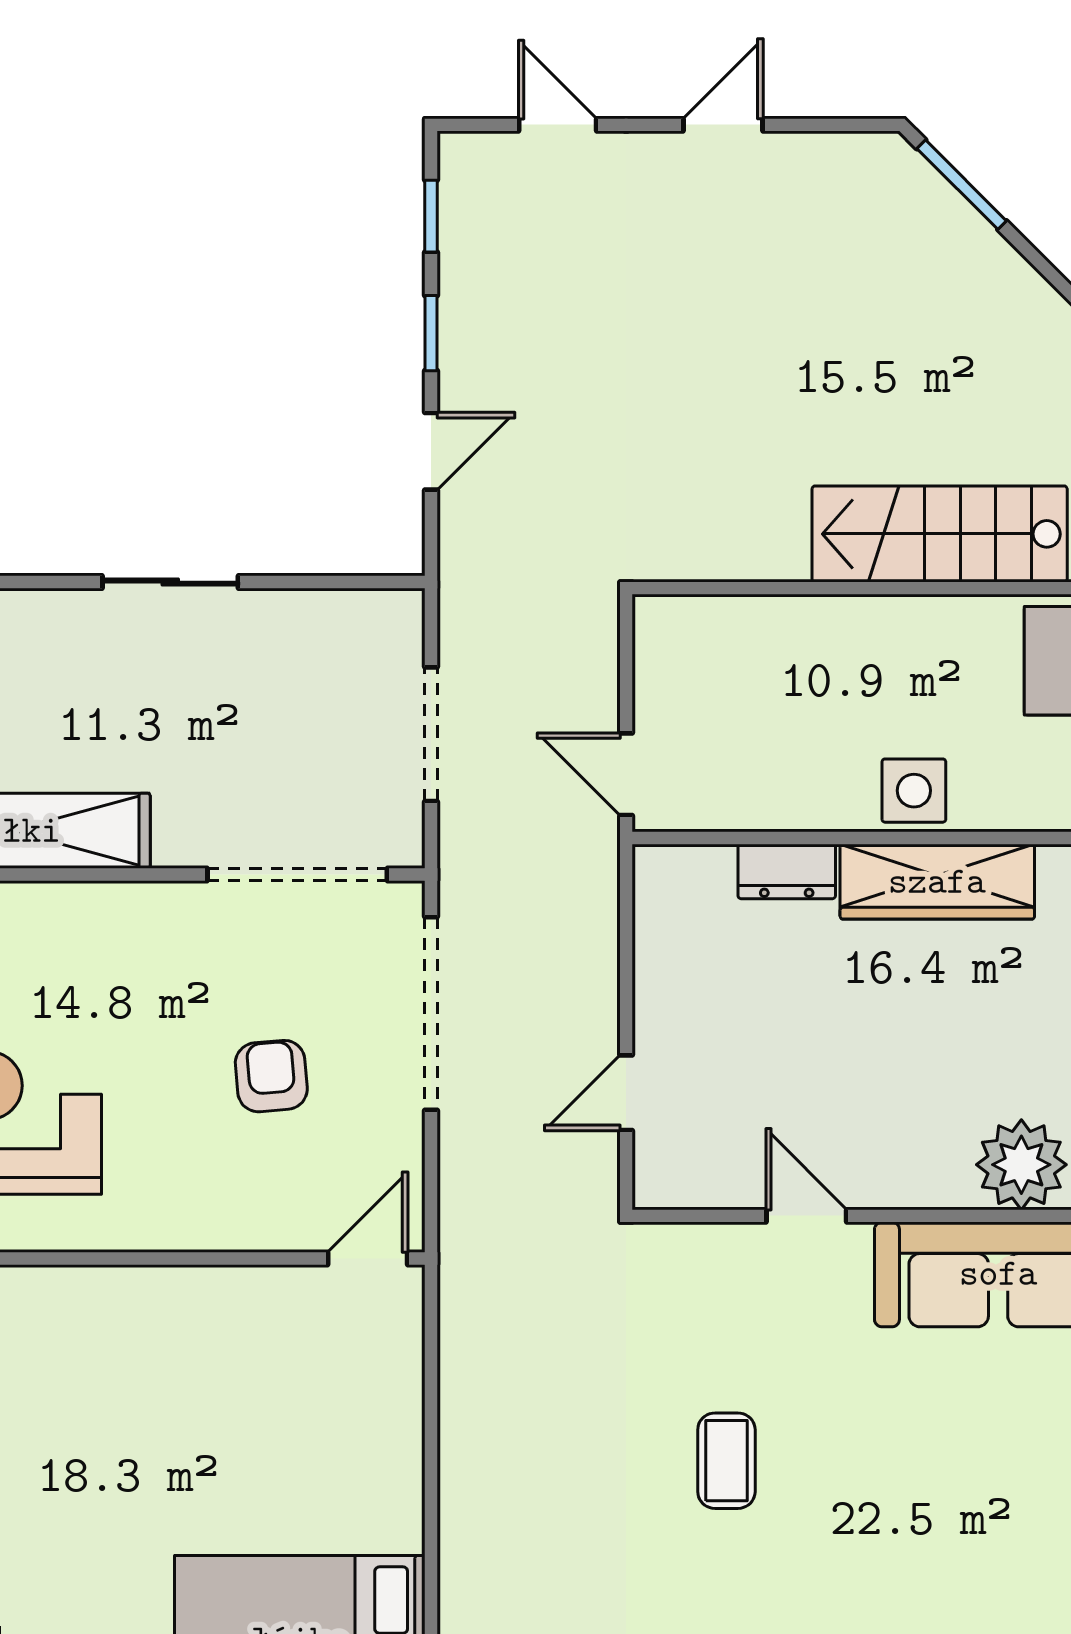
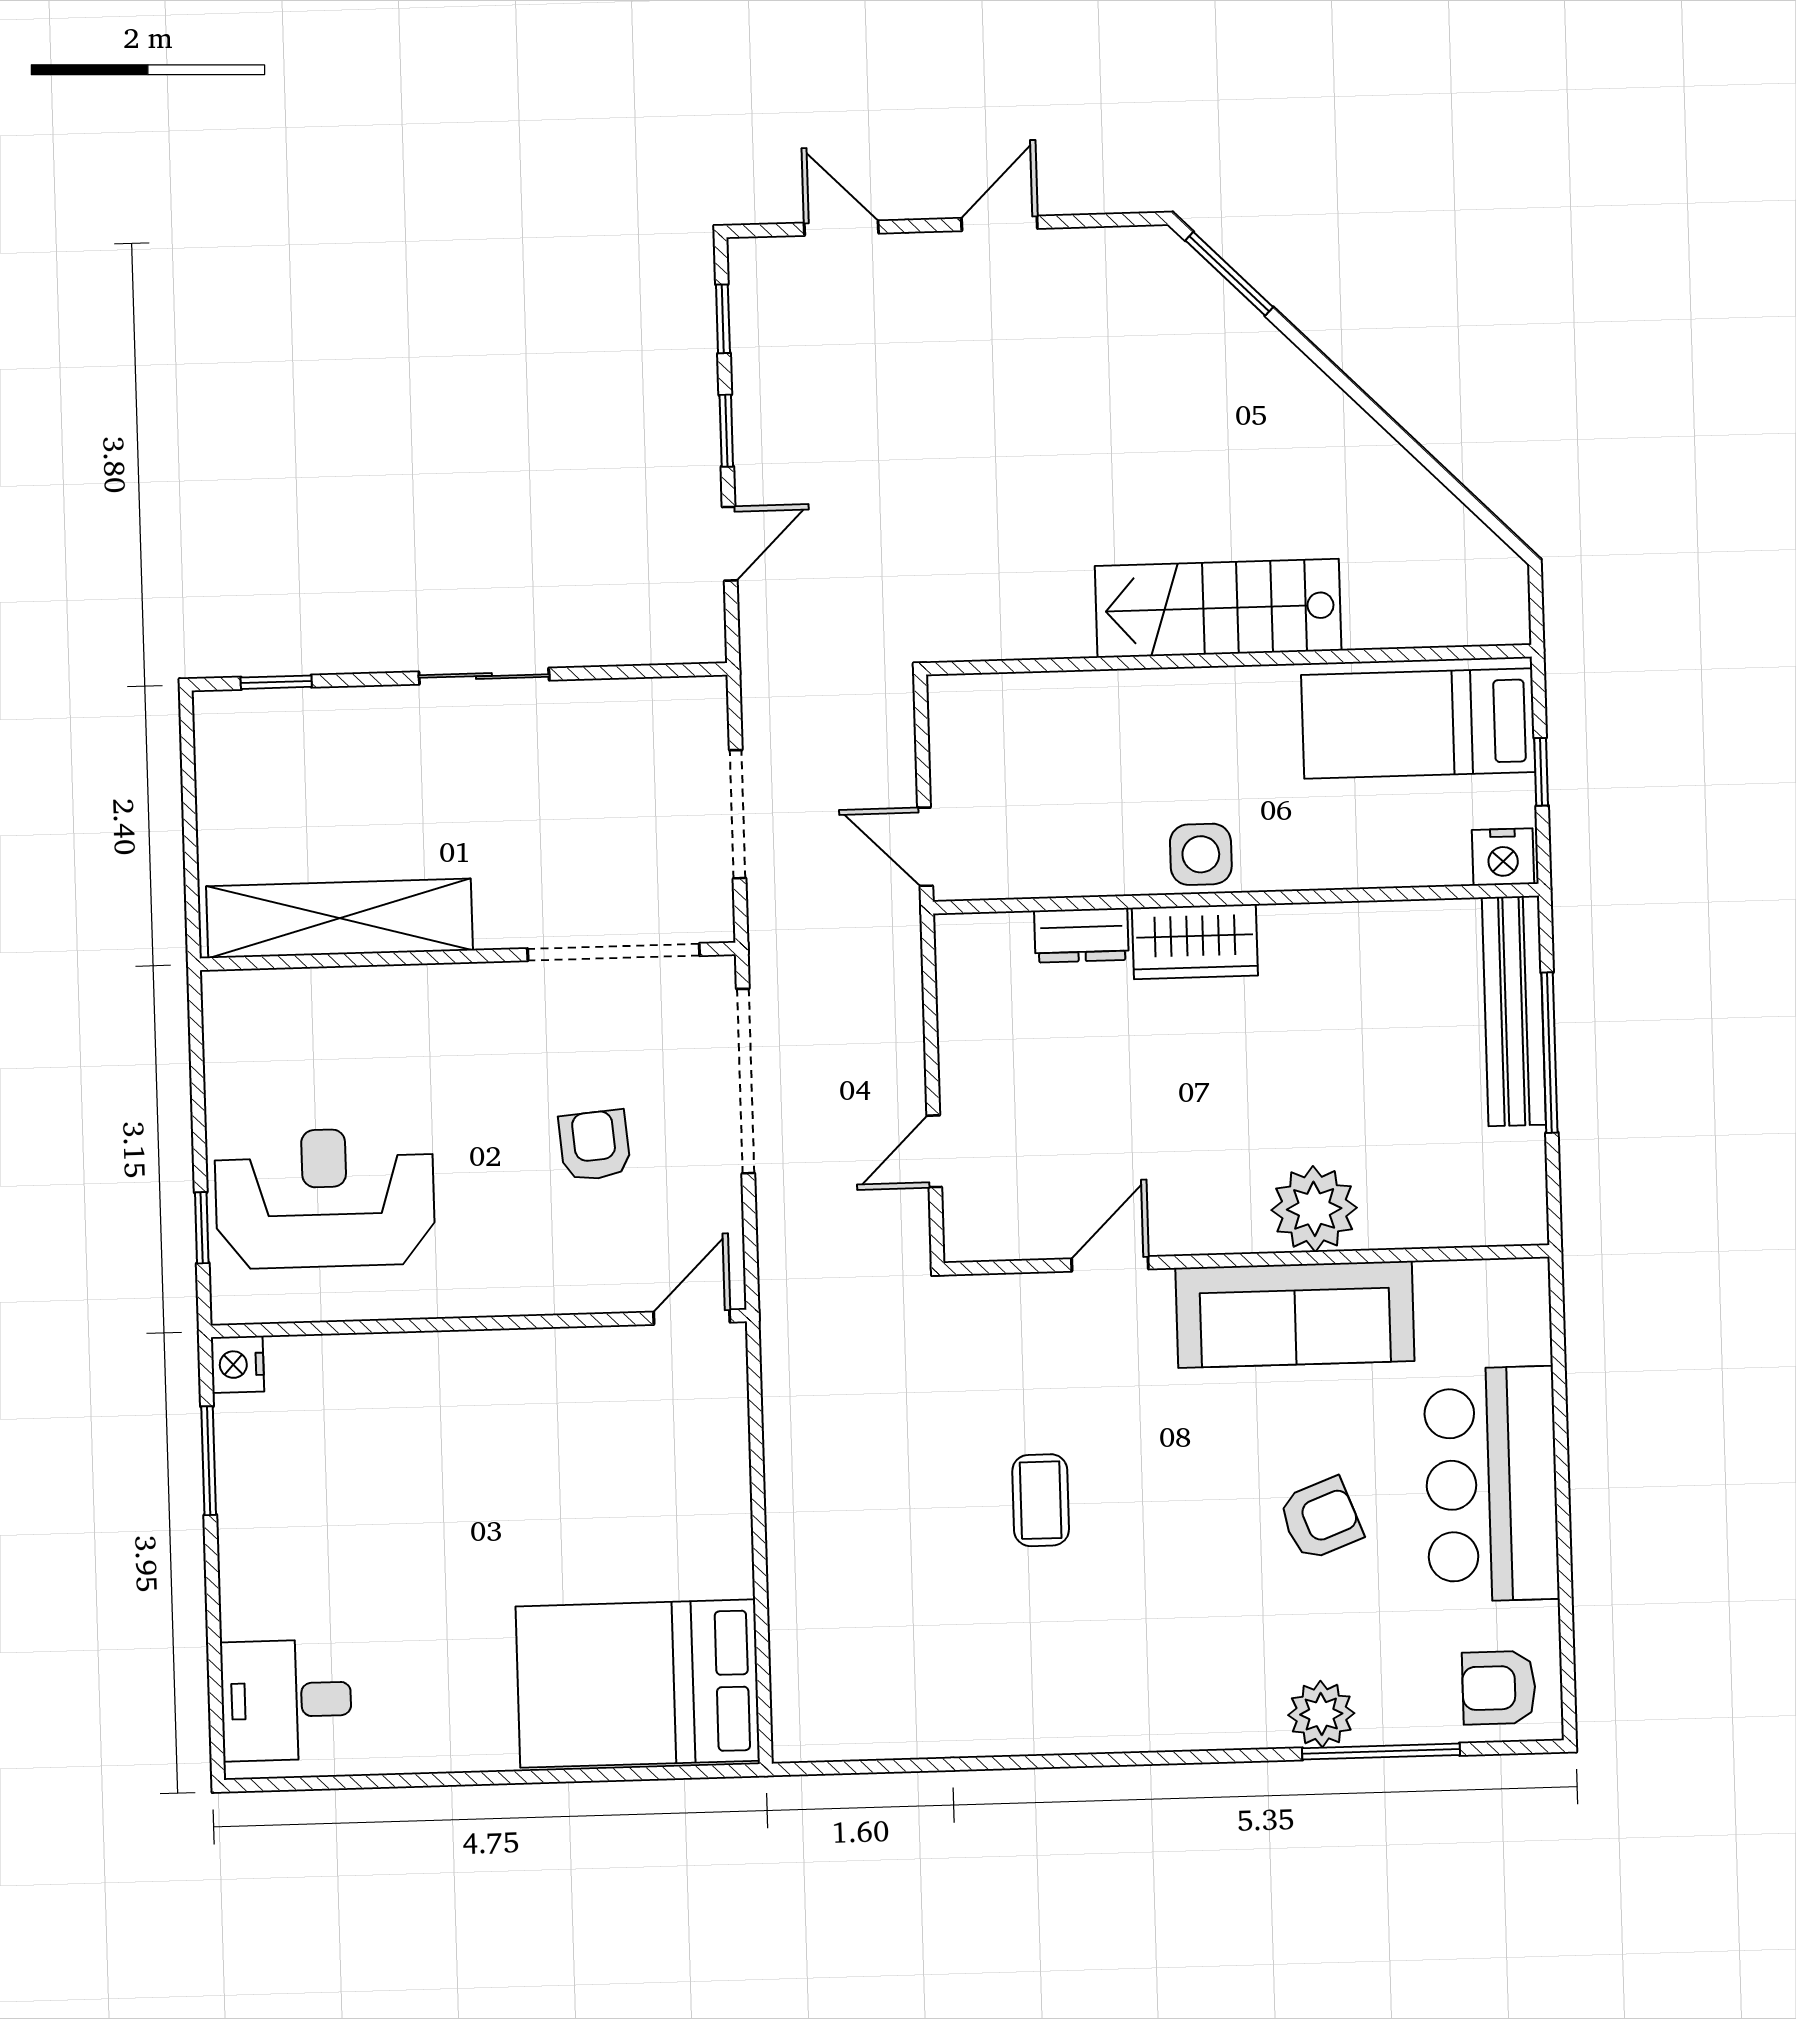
wardrobe: (937, 882) -> (1195, 942), width x0.67
door: (806, 1216) -> (1110, 1264), hinge flipped
armchair: (1018, 1489) -> (1320, 1519), added

